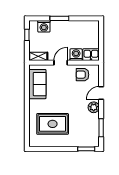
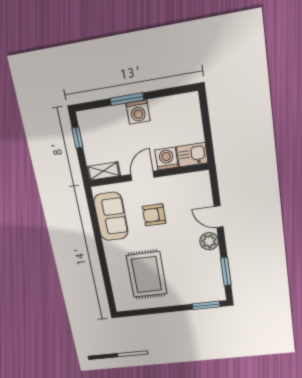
washing machine: (44, 26) -> (138, 112), moved
armchair: (82, 75) -> (154, 215), moved
door: (101, 93) -> (219, 217), hinge flipped
rug: (53, 124) -> (147, 275), turned 90

